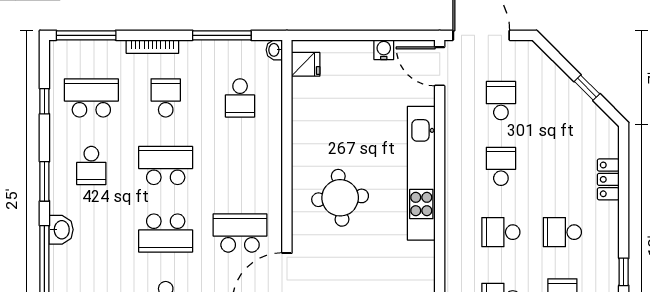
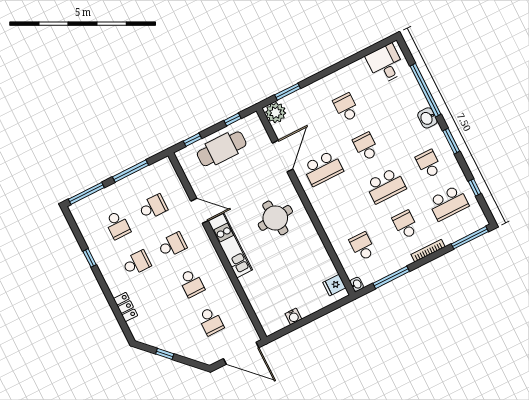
door: (440, 66) -> (199, 211), moved
school desk: (166, 98) -> (405, 225), turned 180
kitchen unit: (421, 173) -> (230, 246), width x0.73
school desk: (166, 233) -> (366, 147), width x0.54

